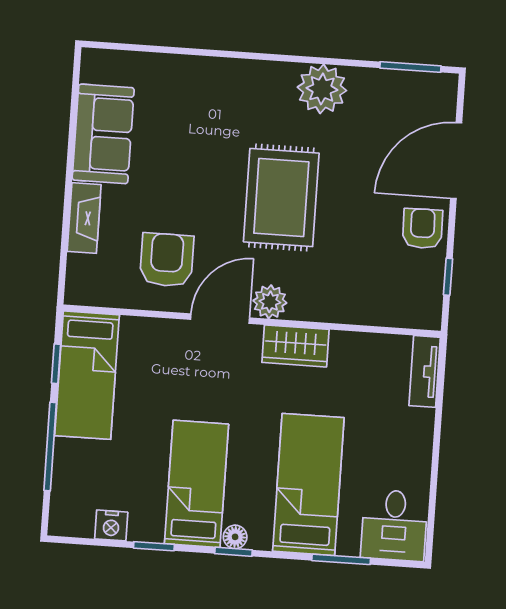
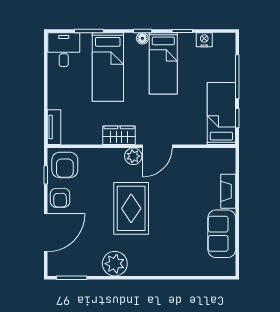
armchair: (167, 260) -> (65, 165), moved

